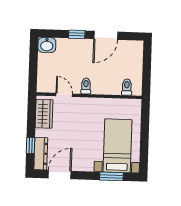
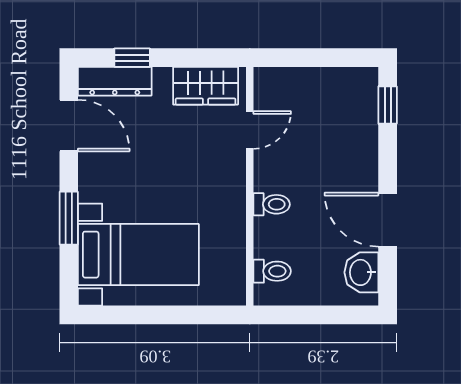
window: (77, 34) -> (388, 105), moved
washbasin: (47, 45) -> (361, 272), moved
toilet: (86, 86) -> (272, 204), moved
window: (111, 176) -> (69, 218), moved

